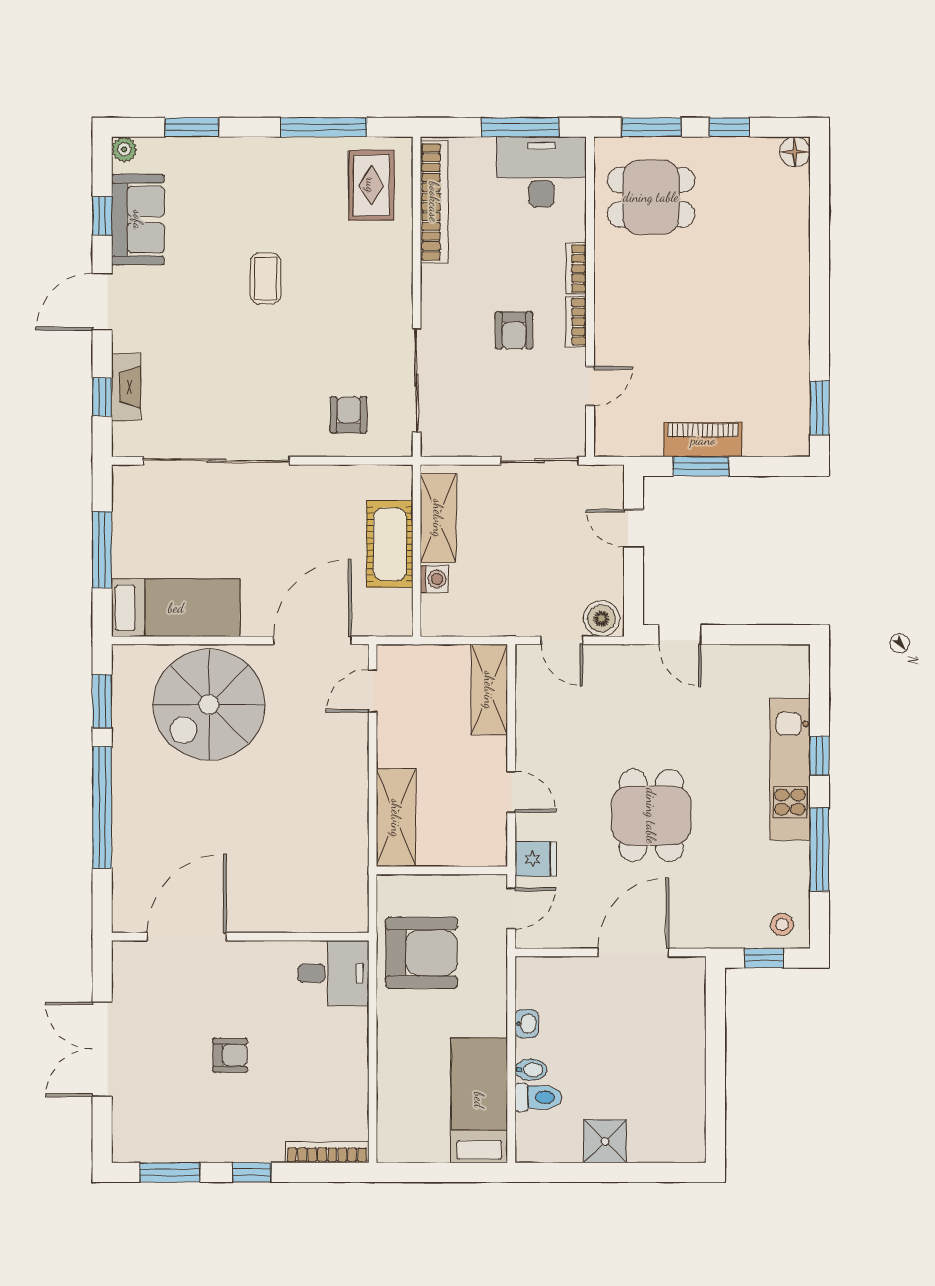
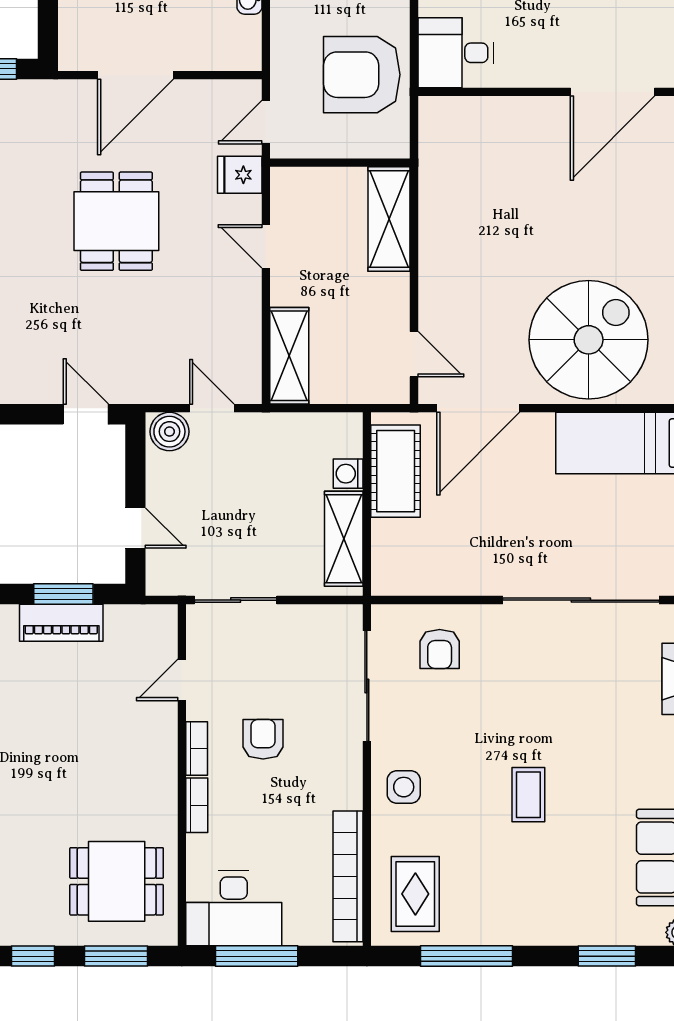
side table: (382, 286) -> (404, 787), added
cot: (390, 544) -> (396, 471), moved
door: (373, 691) -> (414, 354), hinge flipped

